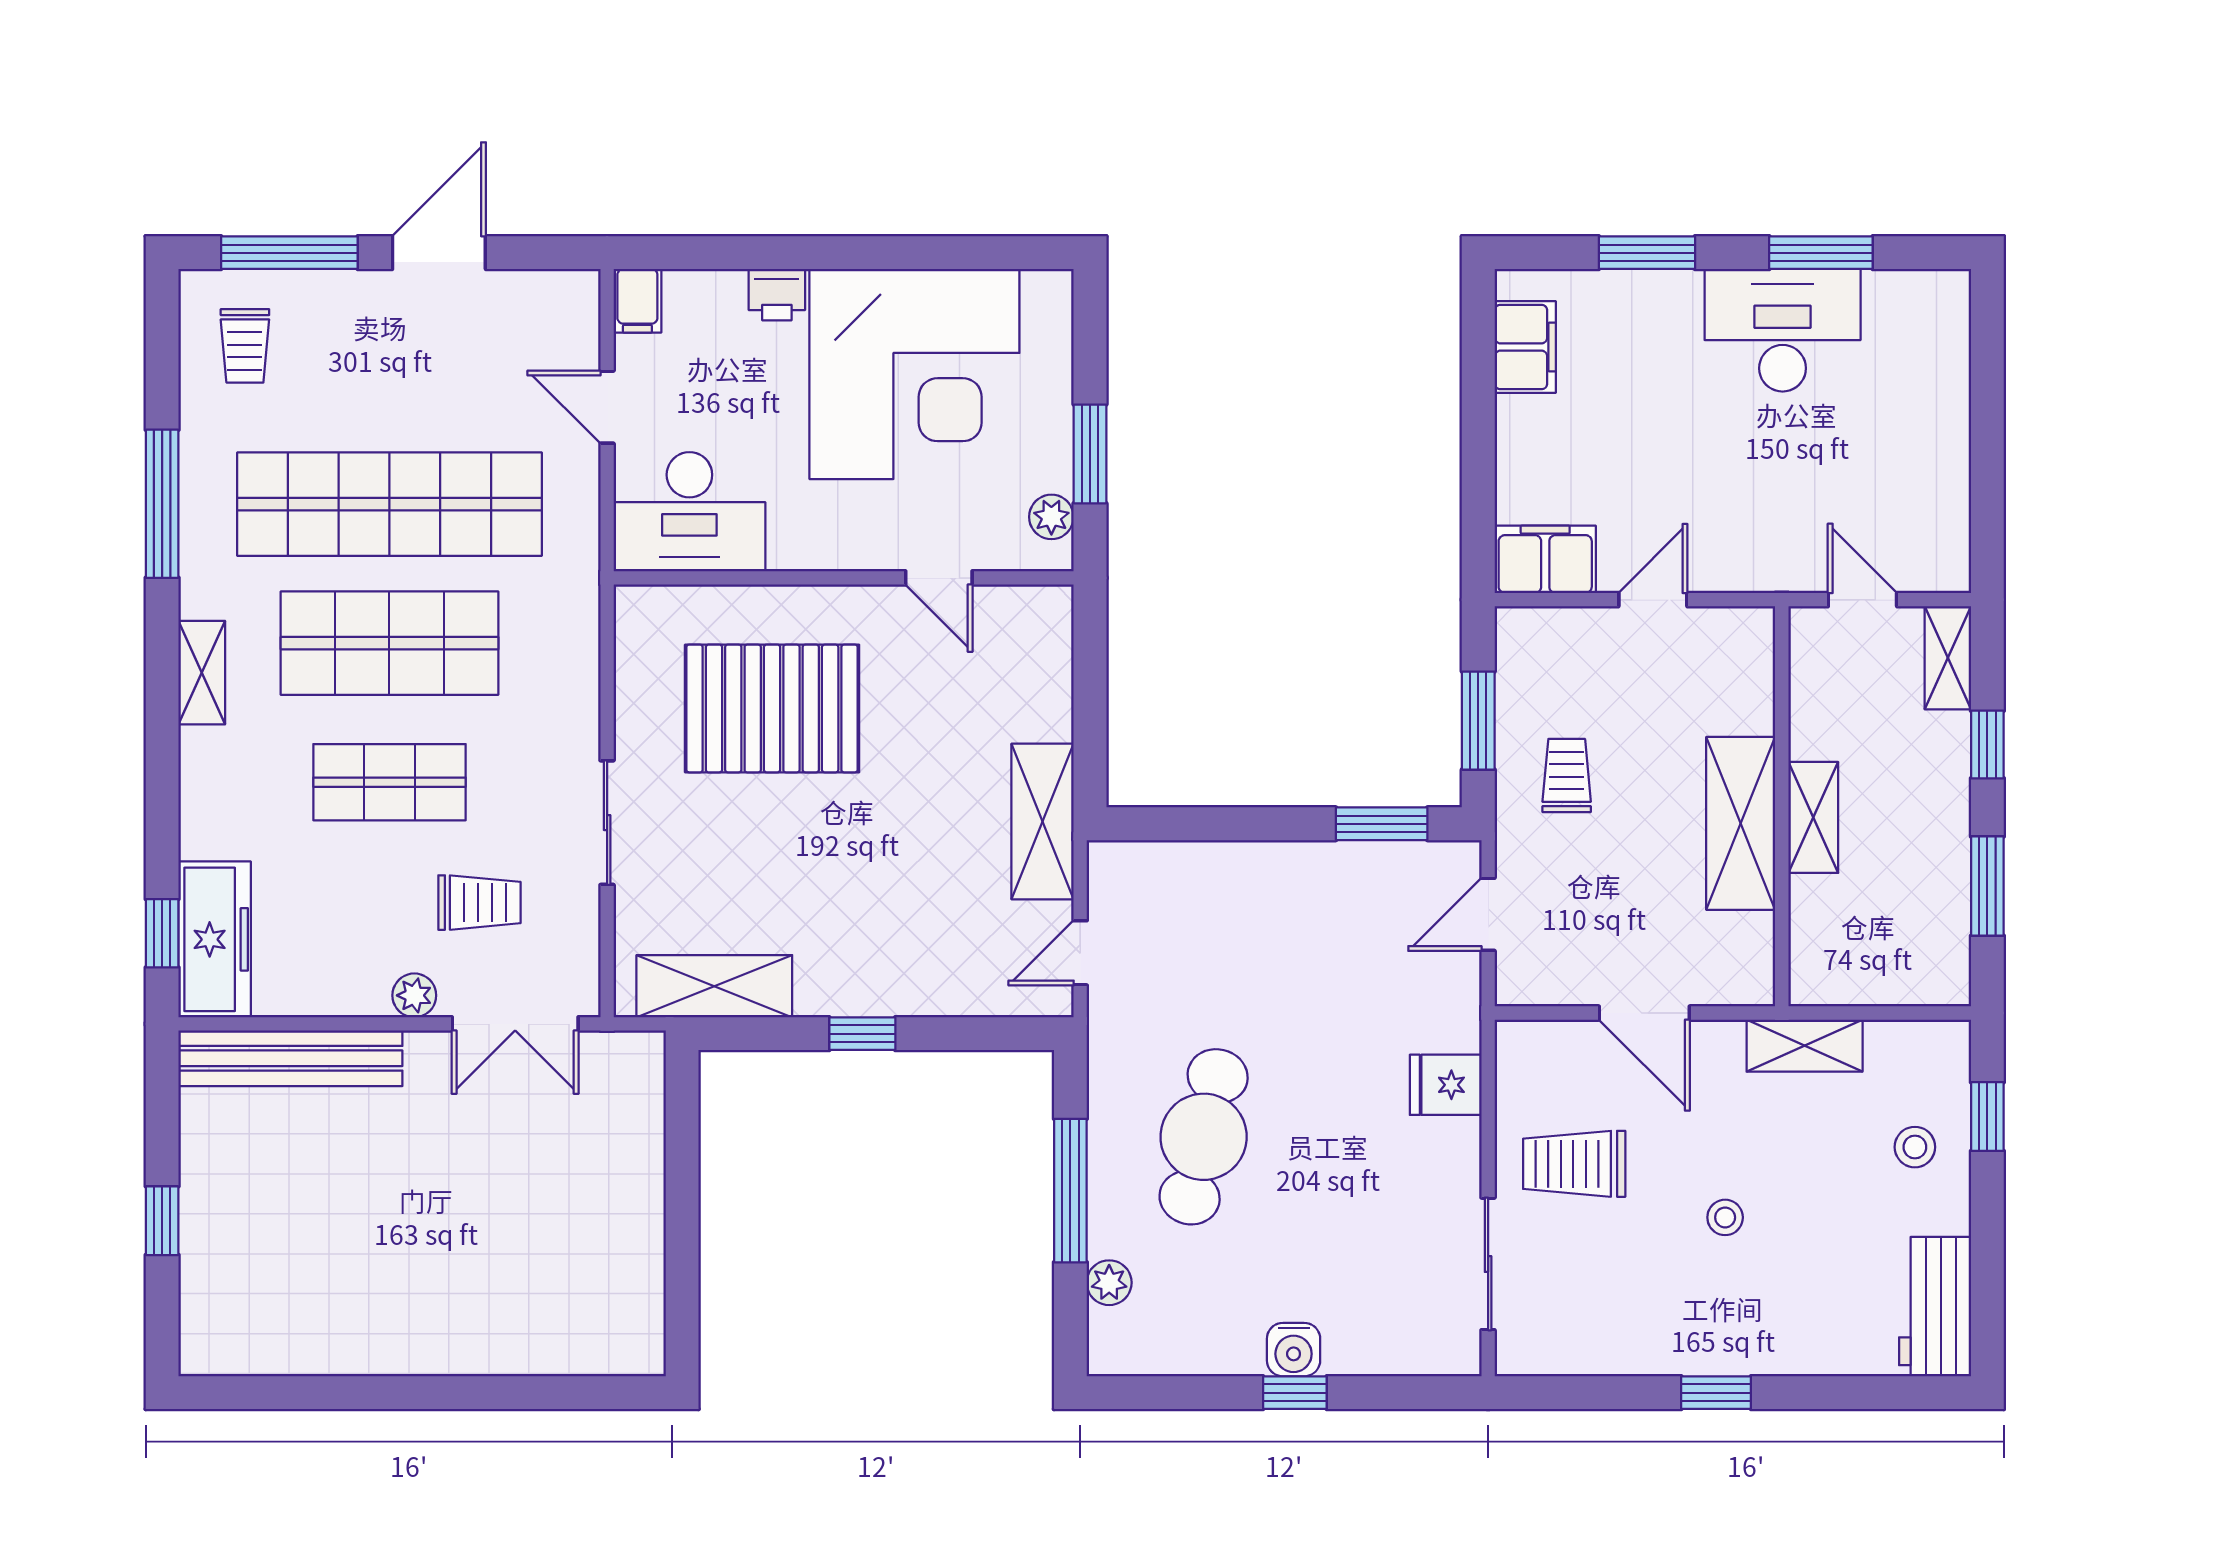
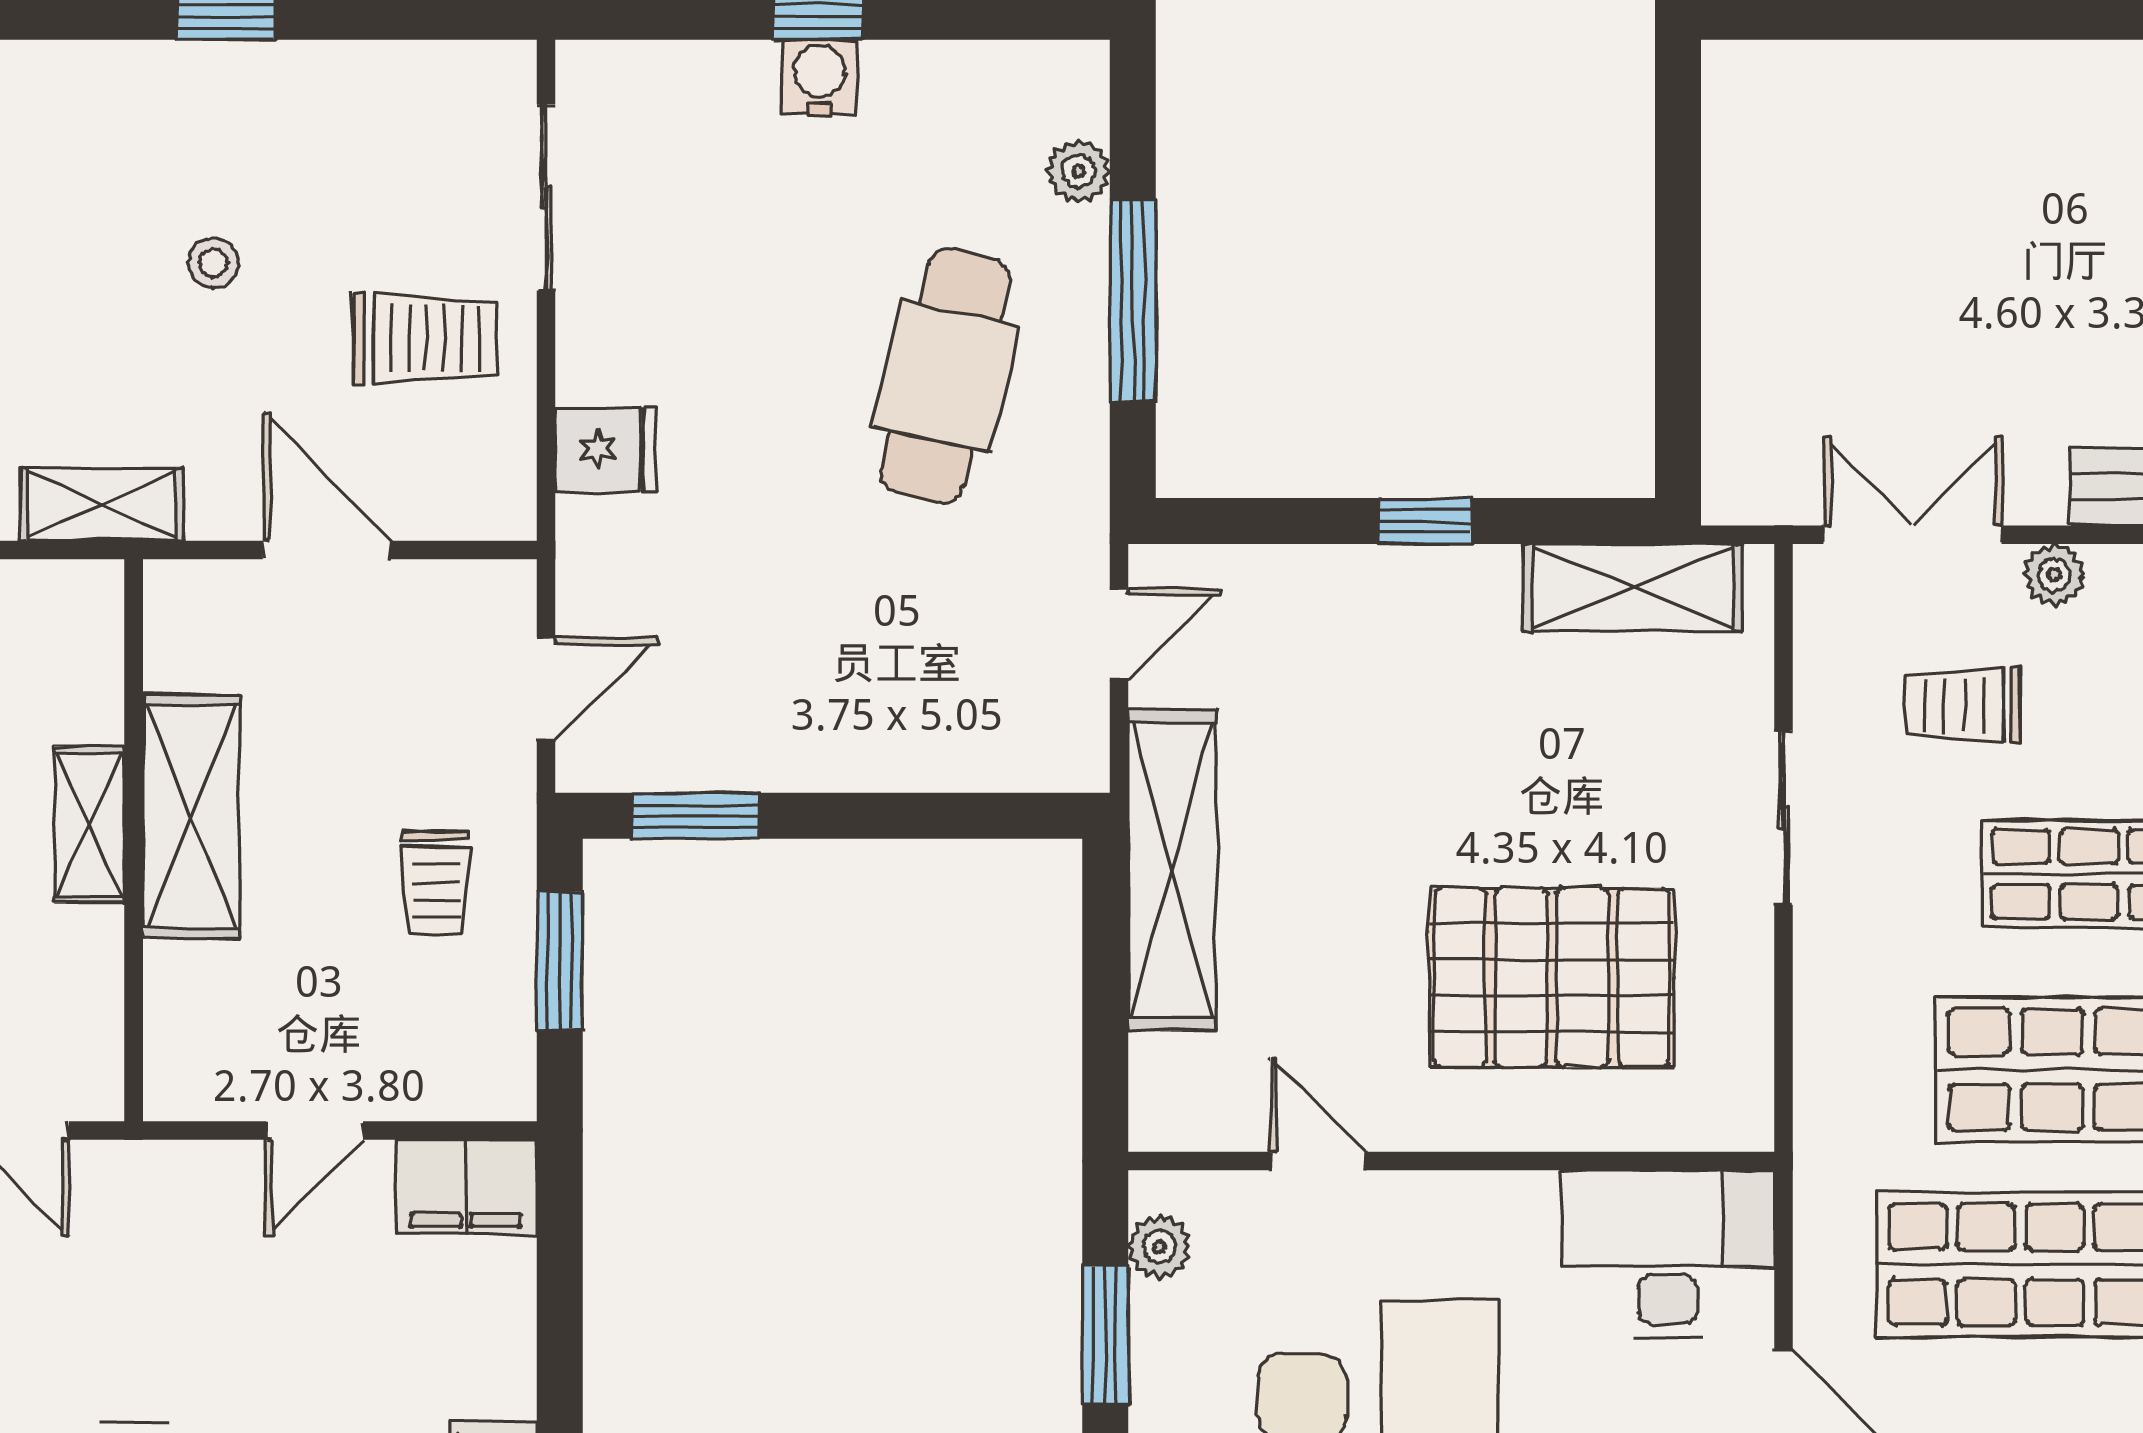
shelving: (1043, 821) -> (1172, 870), width x1.47

